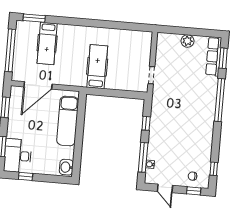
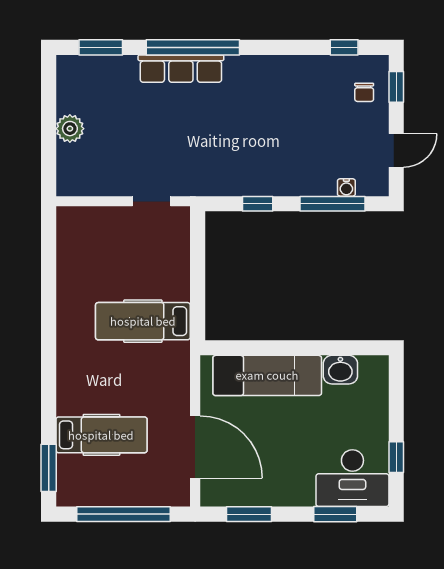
row of seats: (214, 56) -> (181, 69), moved
washbasin: (66, 167) -> (340, 370), moved

